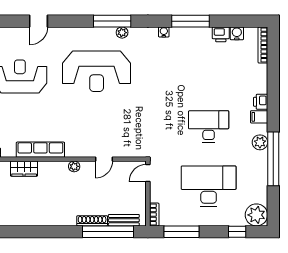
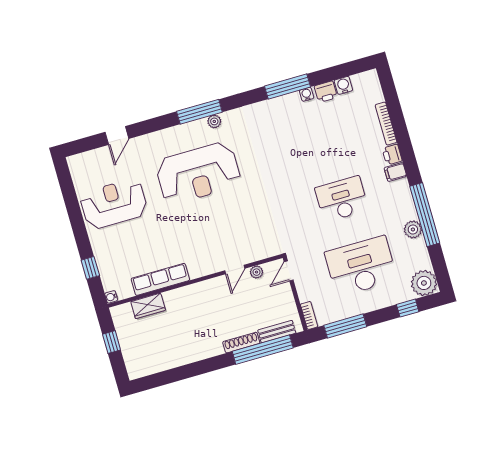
water cooler: (164, 32) -> (307, 94), moved
bookcase: (263, 45) -> (386, 124), moved
plant: (260, 142) -> (413, 229), moved
plant: (74, 166) -> (257, 272), moved

